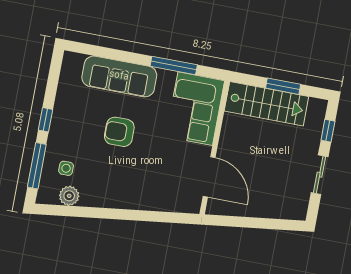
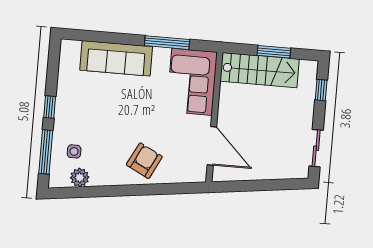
armchair: (119, 132) -> (144, 161), moved, turned 117
sliding door: (320, 175) -> (316, 148), moved

